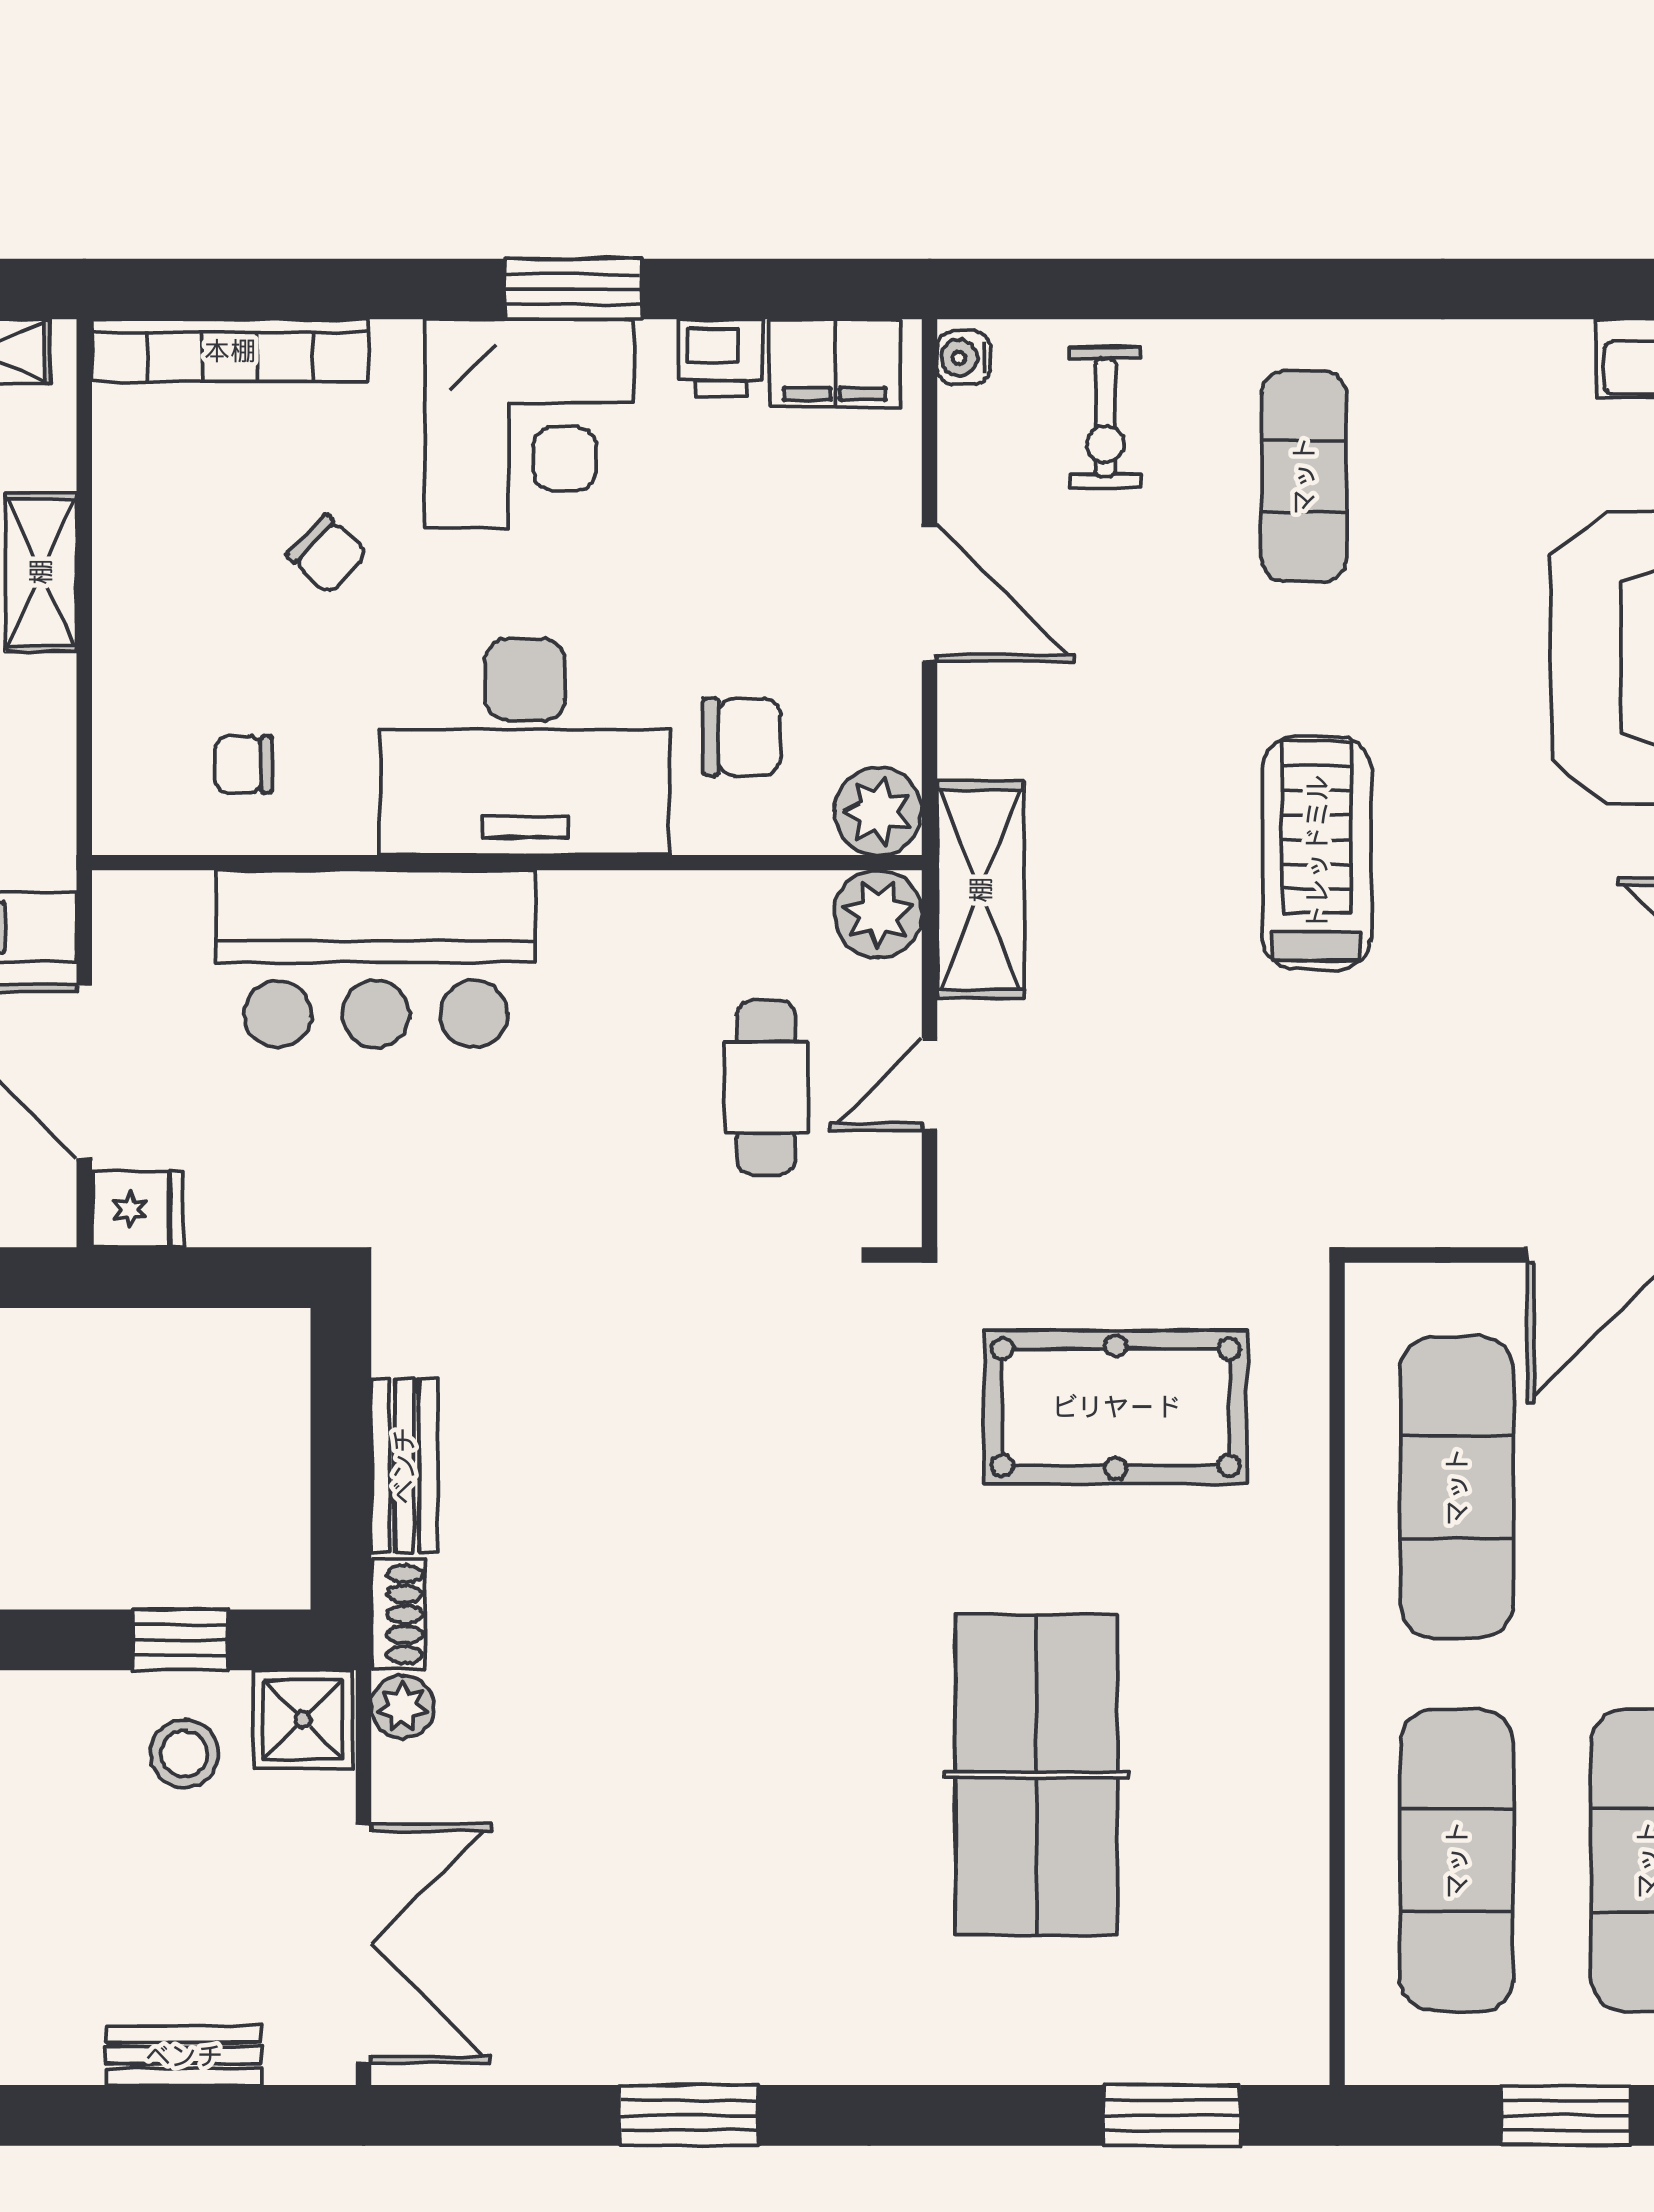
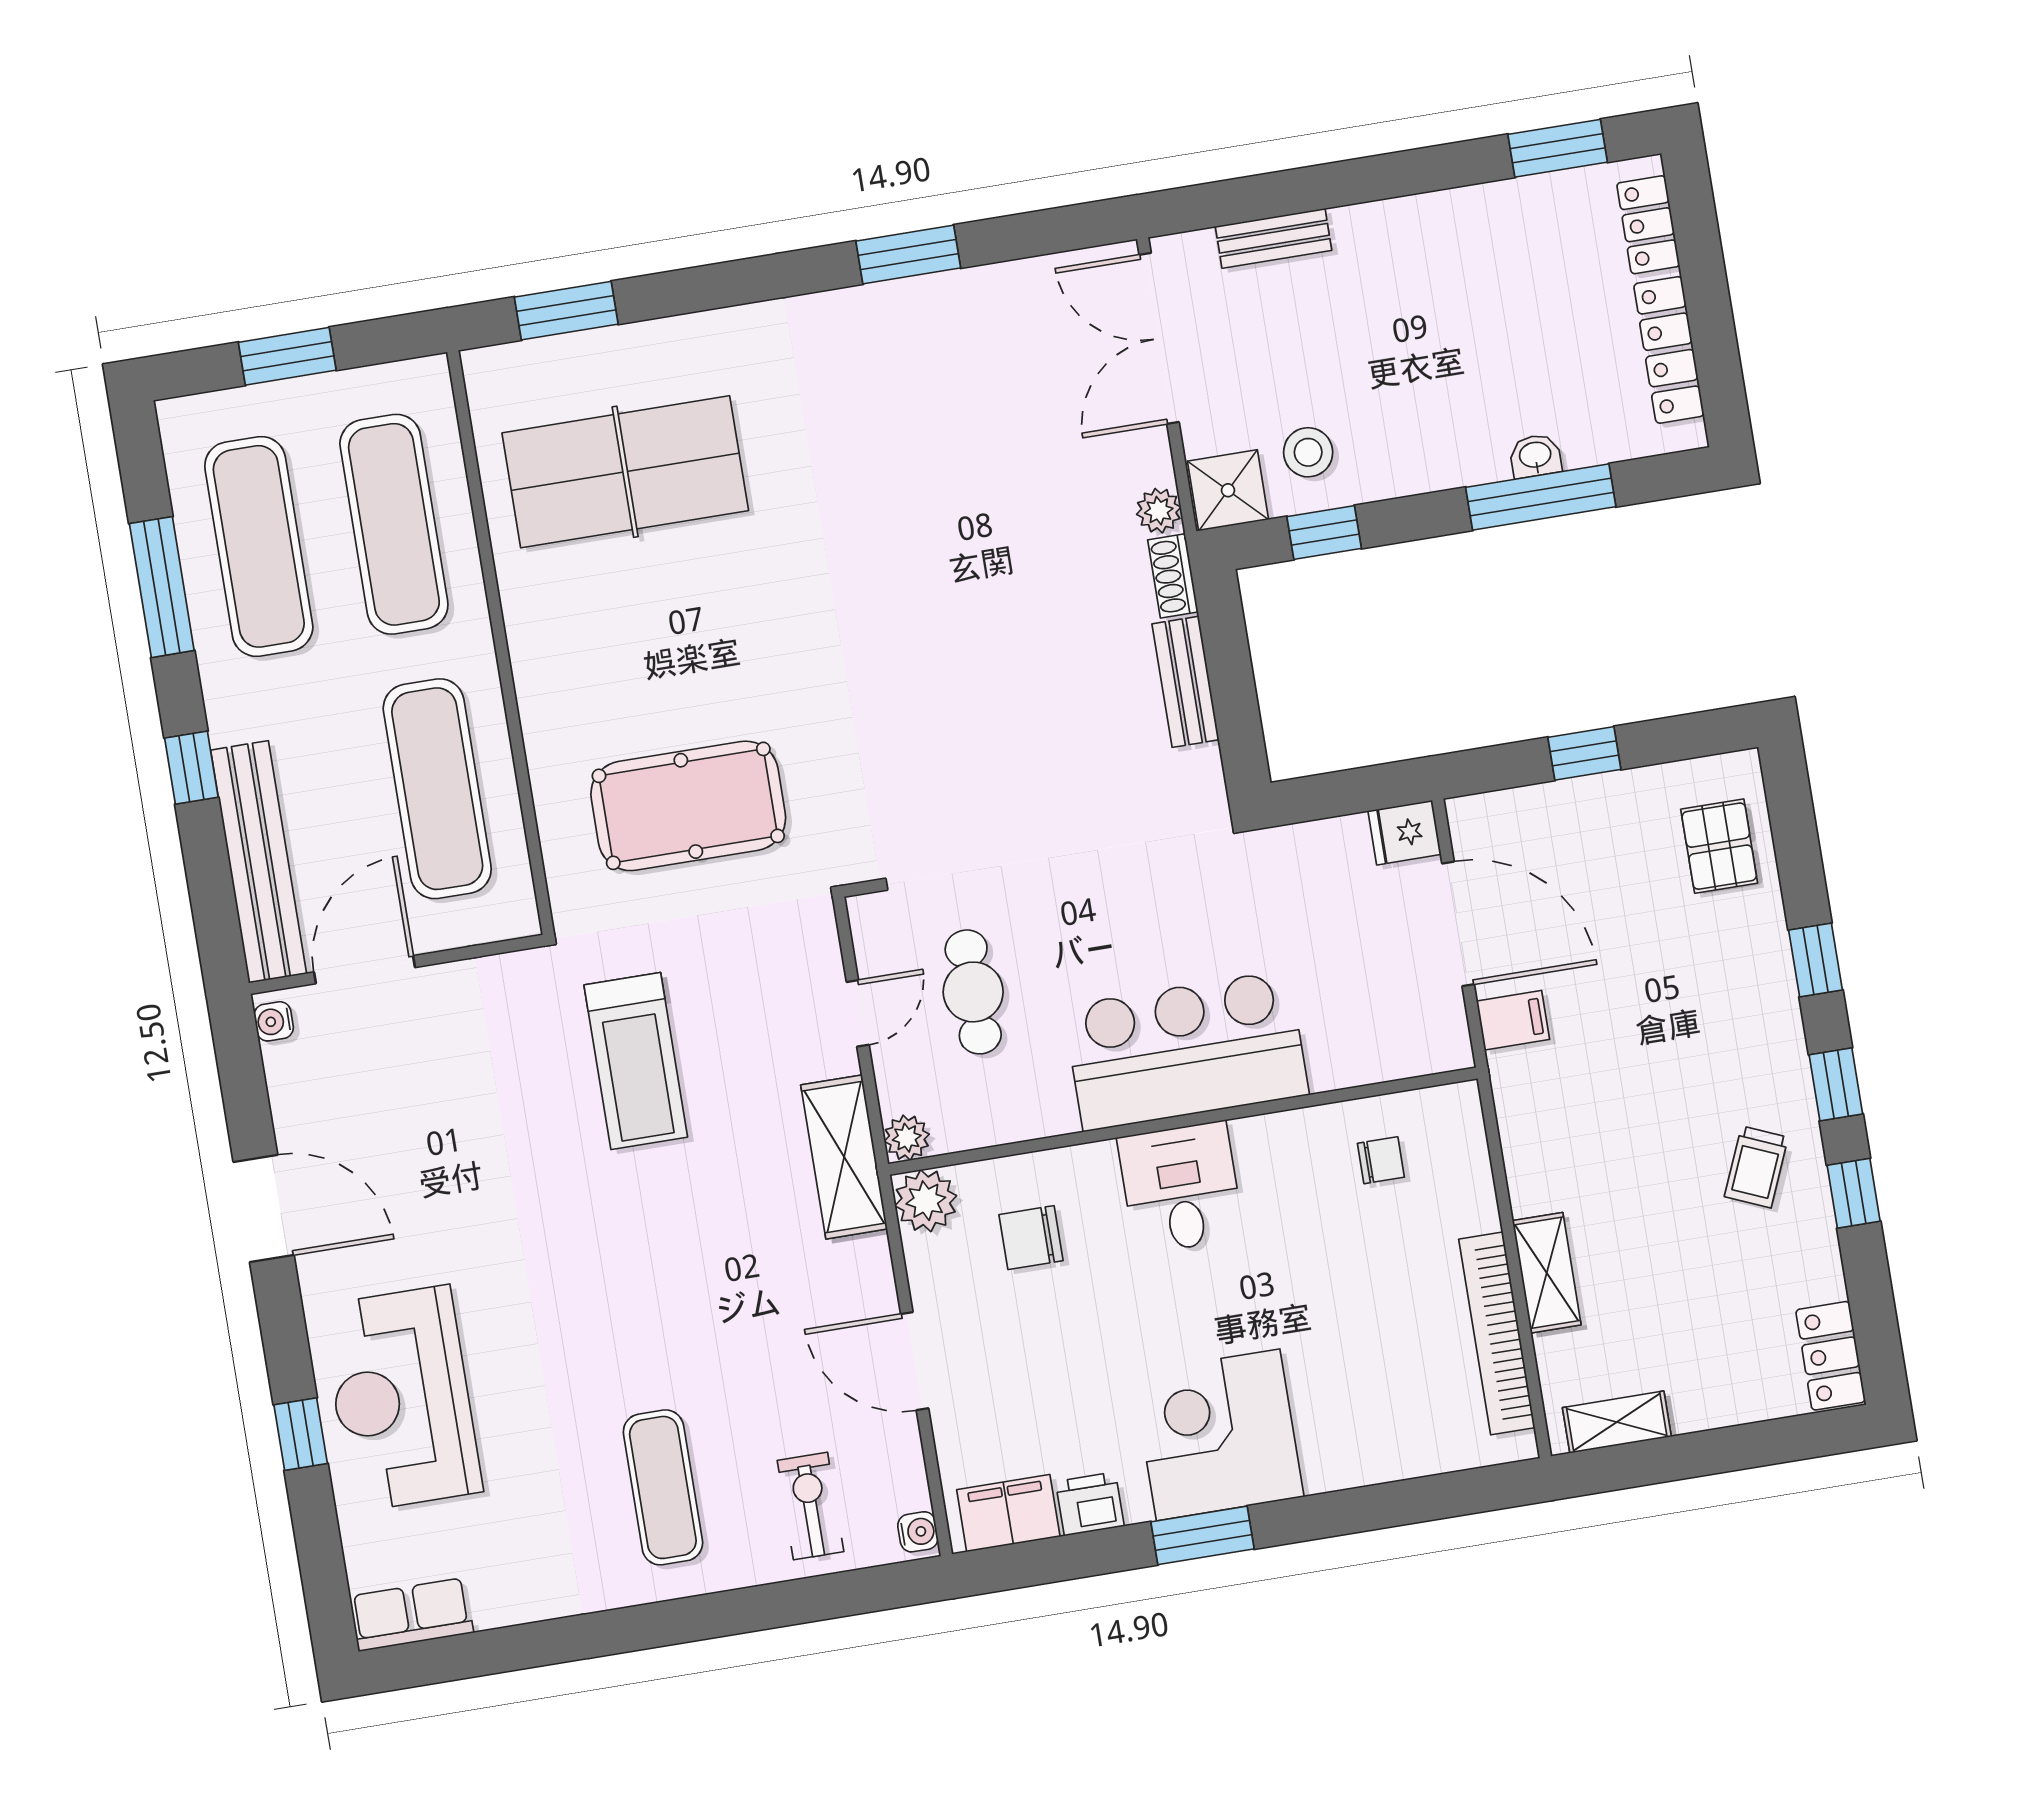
bookcase: (230, 351) -> (1497, 1333), moved, turned -90
chair: (327, 554) -> (1346, 1319), removed
desk: (525, 747) -> (1181, 1188), width x0.53, depth x0.77
treadmill: (1317, 853) -> (636, 1061), moved
plant: (878, 914) -> (907, 1138), width x0.73, depth x0.73
bar counter: (376, 959) -> (1186, 1051), moved
table tennis table: (1036, 1775) -> (625, 472), moved, turned 90

